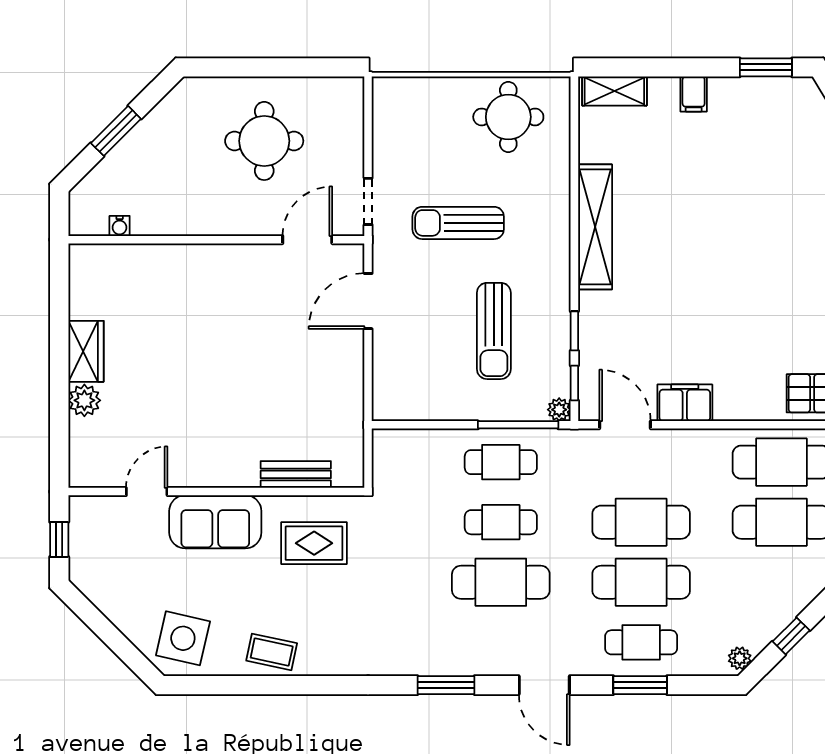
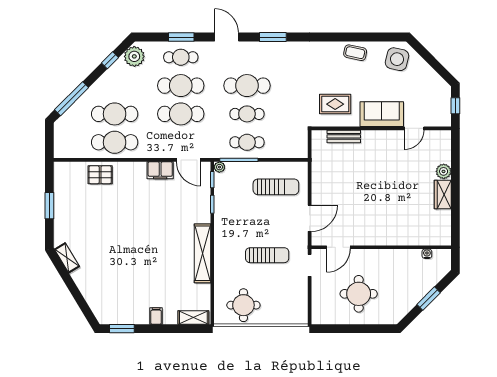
sun lounger: (494, 331) -> (276, 187), moved, turned 90
plant: (740, 658) -> (134, 56), width x1.88, depth x1.88

